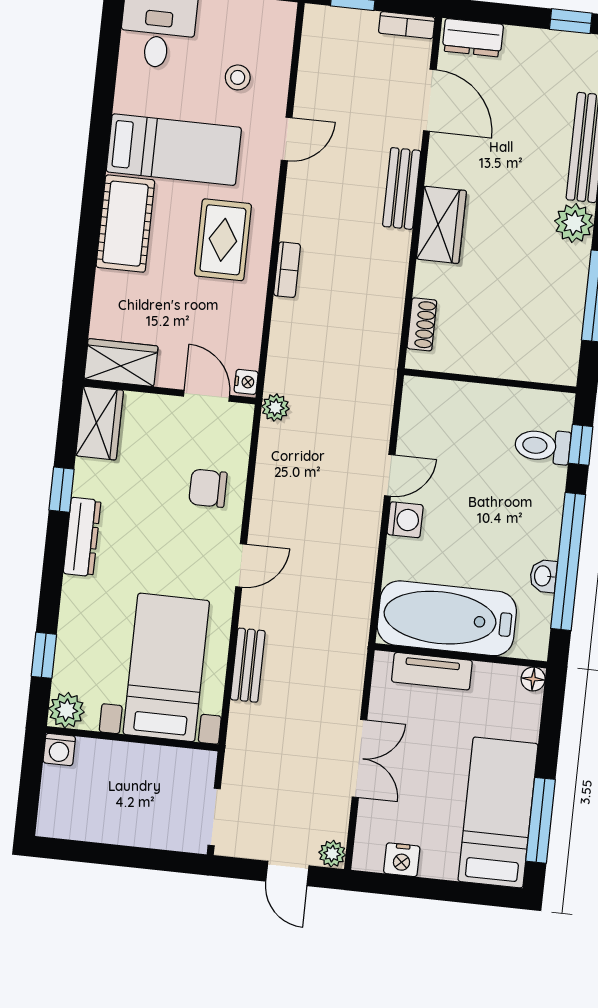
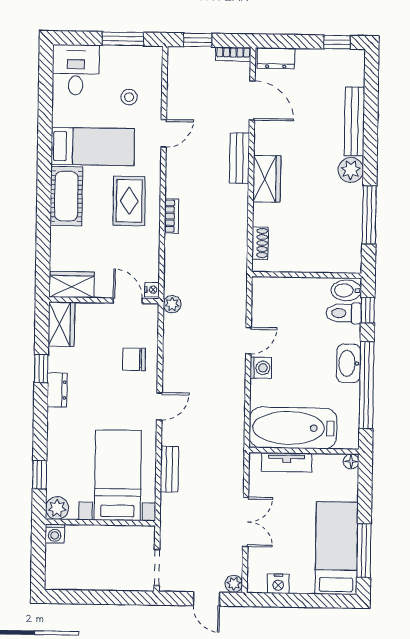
bidet: (550, 411) -> (346, 290), added
dresser: (82, 537) -> (57, 390), width x0.70
washbasin: (543, 576) -> (348, 363), moved, width x1.91, depth x1.45

